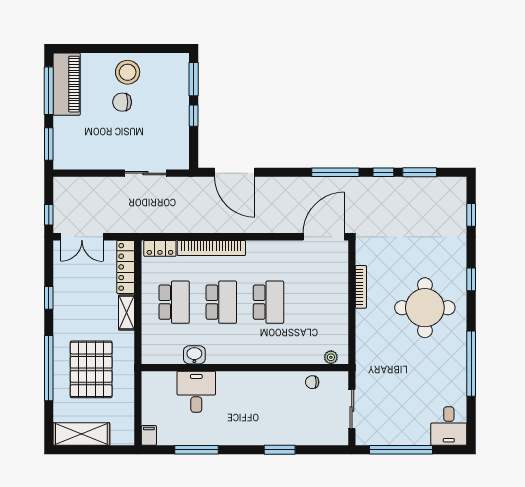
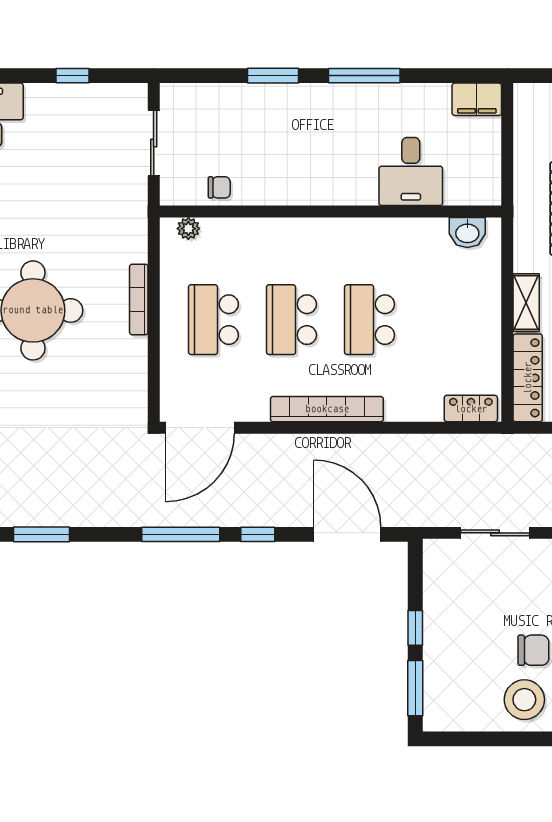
window: (383, 172) -> (258, 534), moved
bookcase: (211, 248) -> (327, 409), moved
bookcase: (361, 287) -> (139, 299), moved
school desk: (174, 302) -> (213, 320), moved
washbasin: (194, 355) -> (467, 232), moved
filing cabinet: (149, 435) -> (477, 99), width x2.00
window: (196, 450) -> (364, 76), moved
window: (401, 450) -> (72, 76), width x0.32

